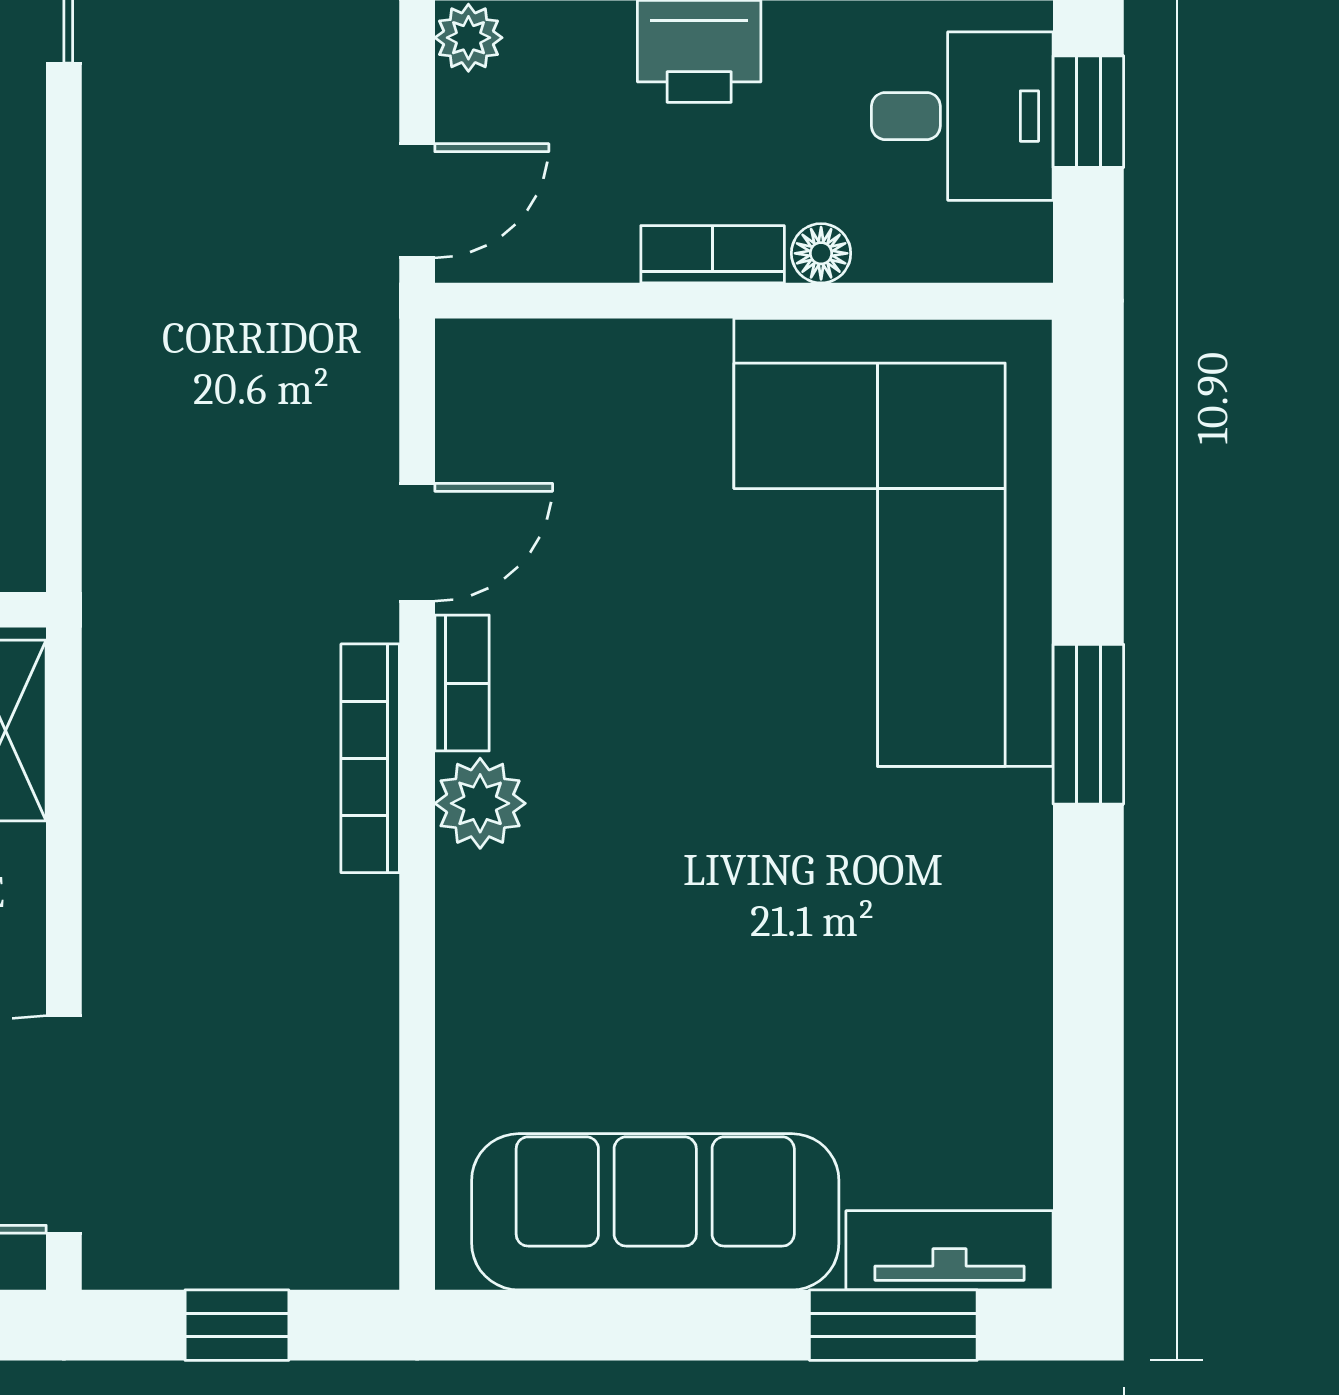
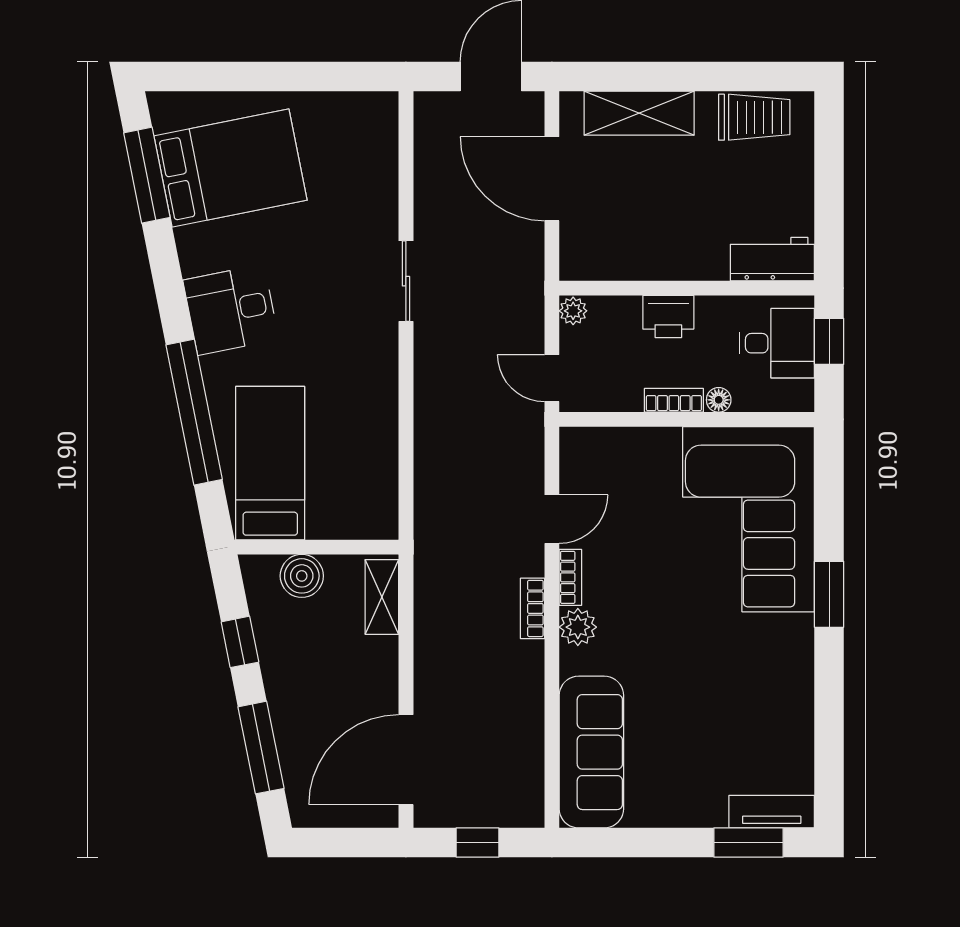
door: (417, 201) -> (552, 378), swing flipped
bookcase: (370, 758) -> (532, 608), width x0.64
sofa: (655, 1212) -> (591, 752), moved, turned 90

